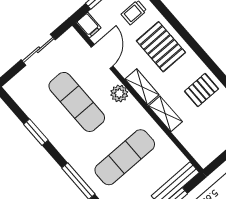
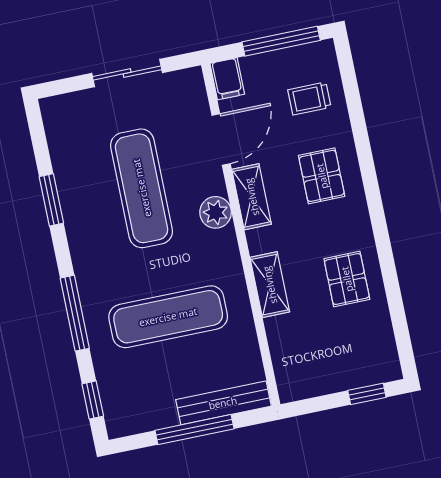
pallet: (161, 47) -> (322, 176), width x0.67, depth x0.71
shelving: (142, 87) -> (252, 197), moved
pallet: (201, 90) -> (347, 279), turned 90

